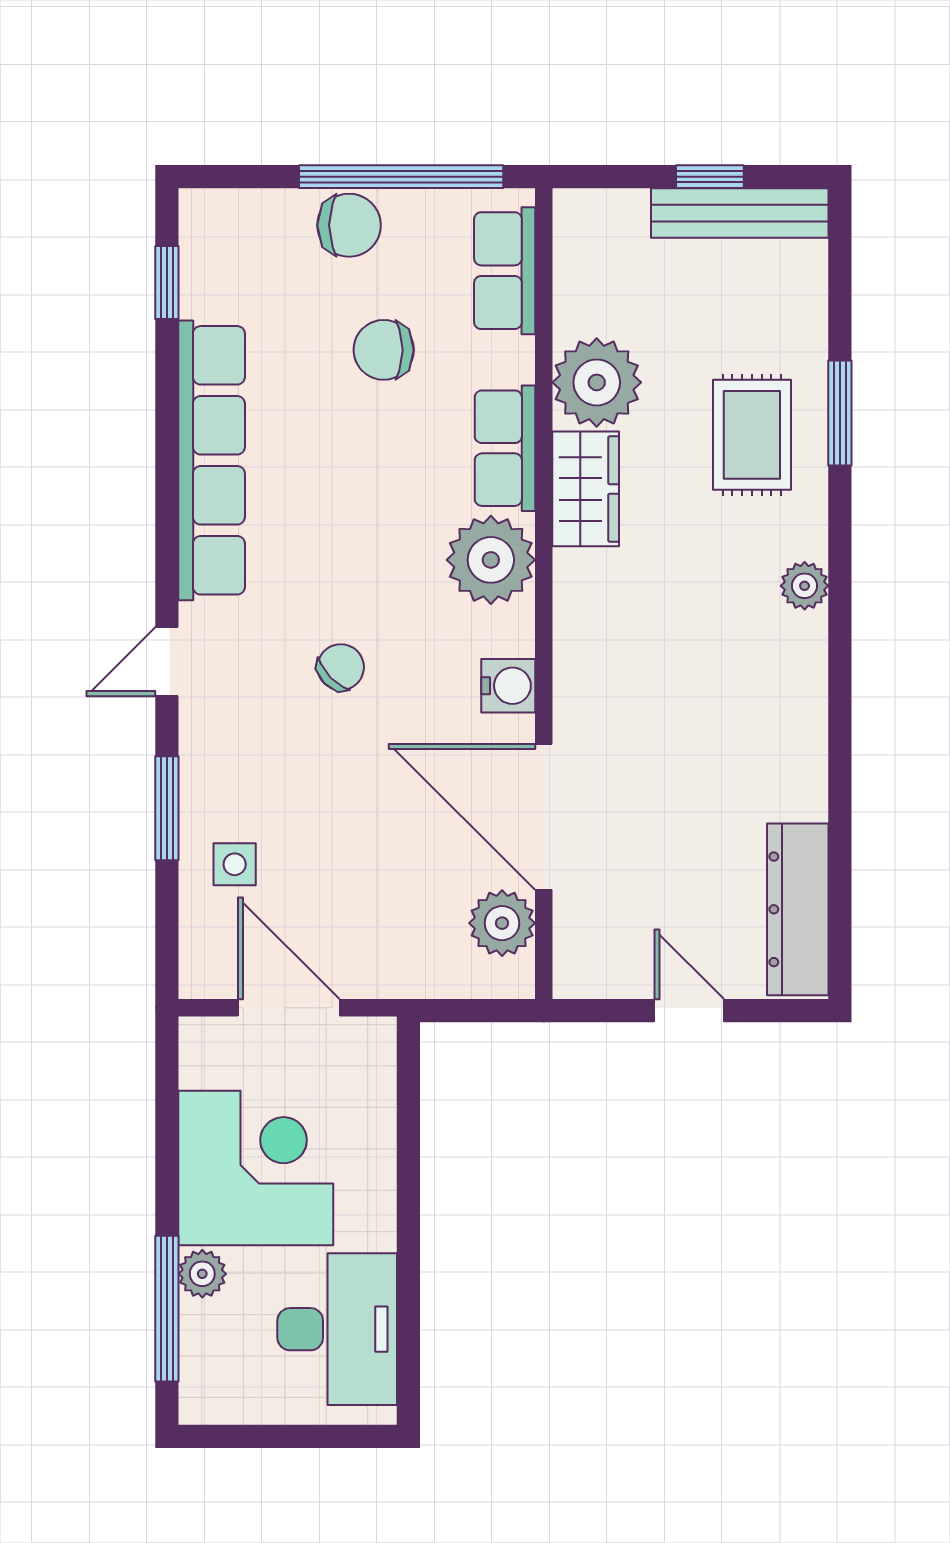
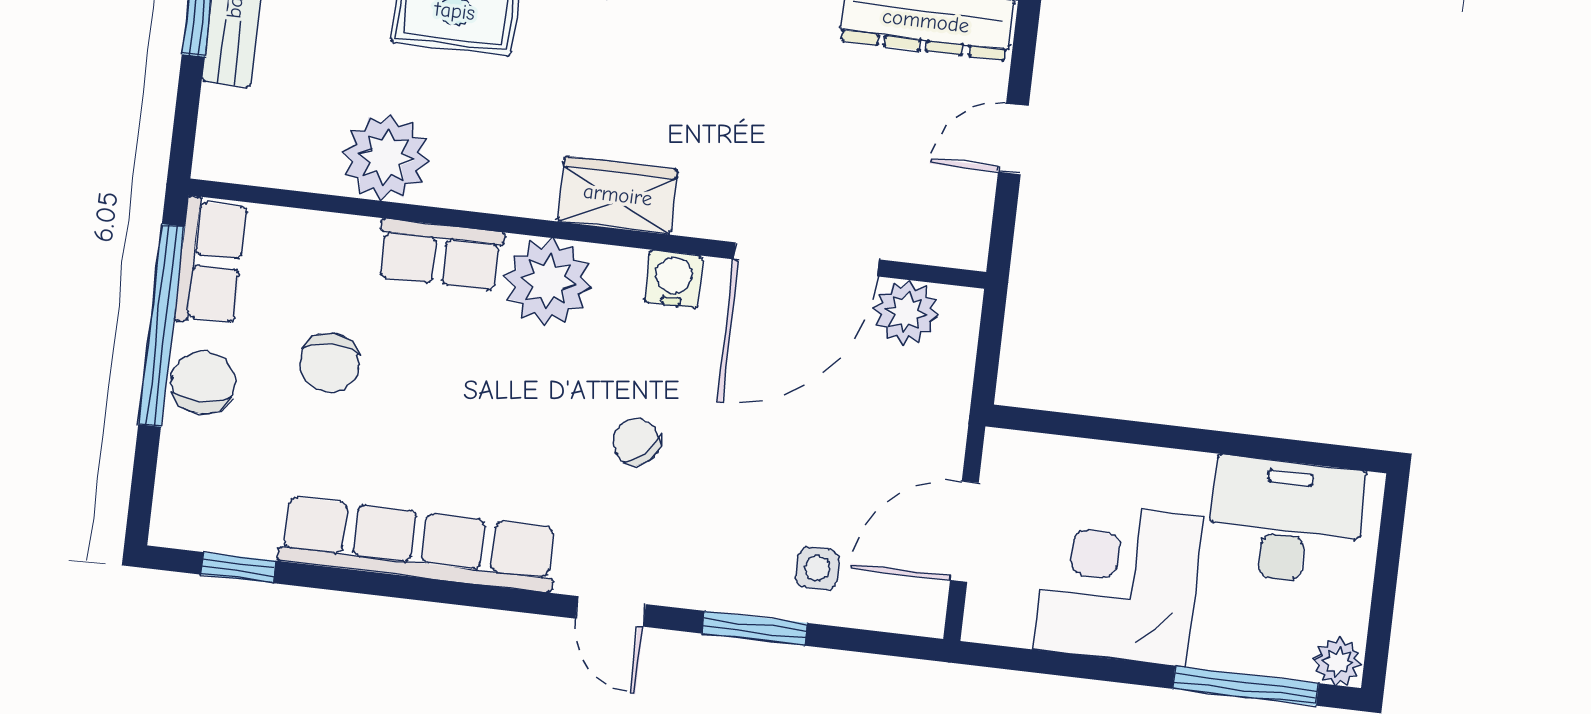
row of seats: (505, 271) -> (211, 261), moved, turned -90
wardrobe: (586, 489) -> (618, 195), moved
plant: (202, 1274) -> (1337, 662), moved

